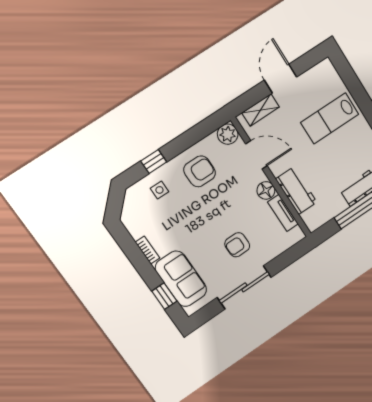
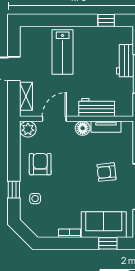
armchair: (237, 245) -> (106, 172), turned 84

